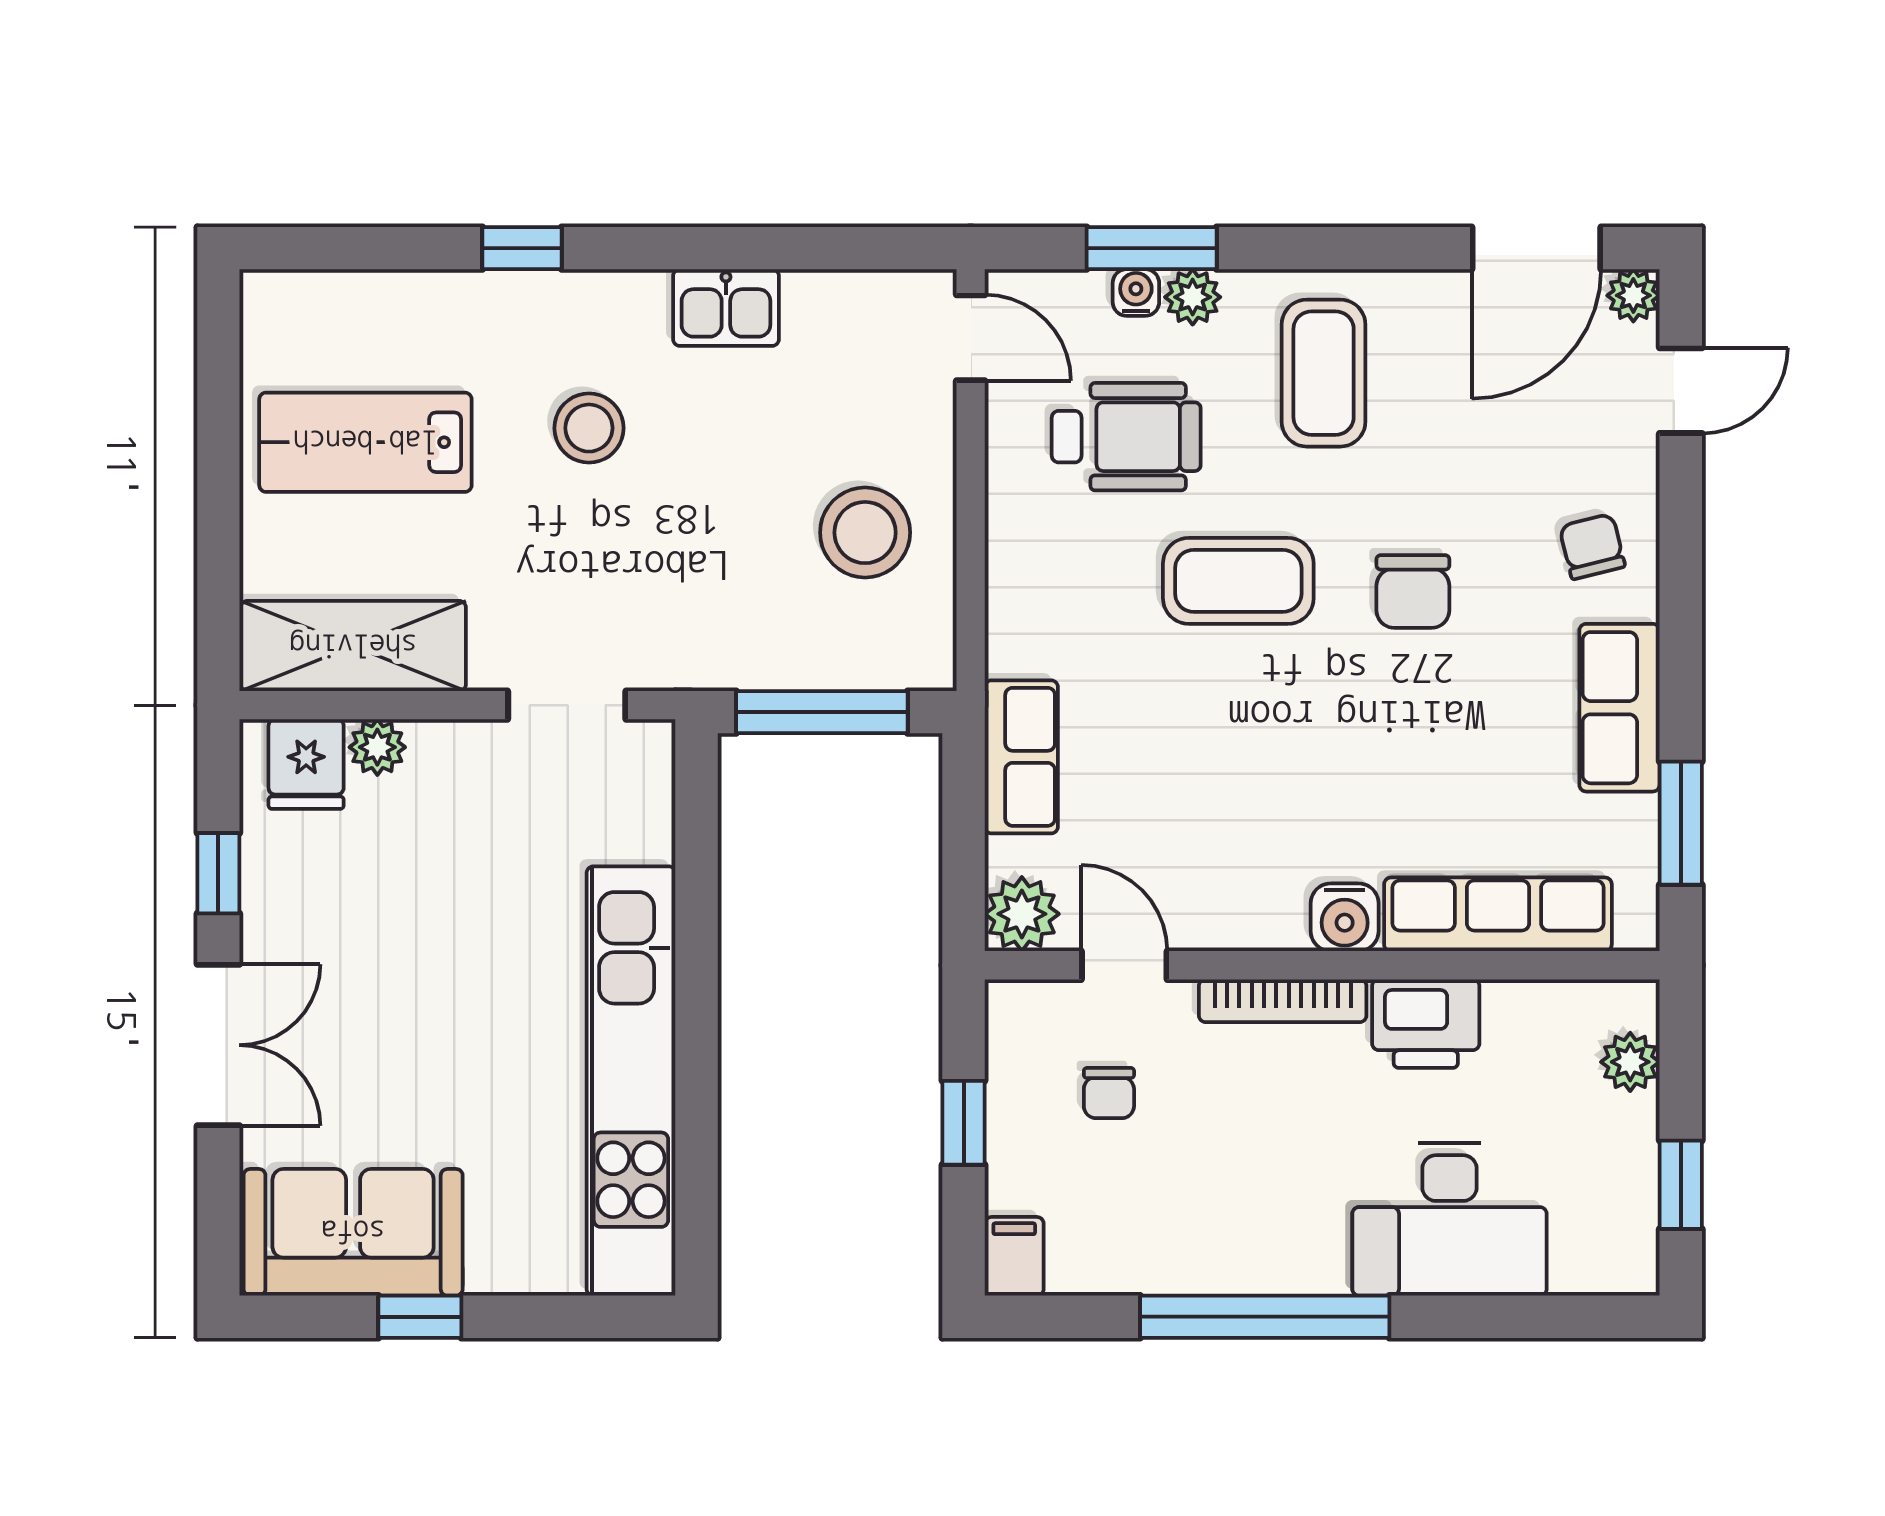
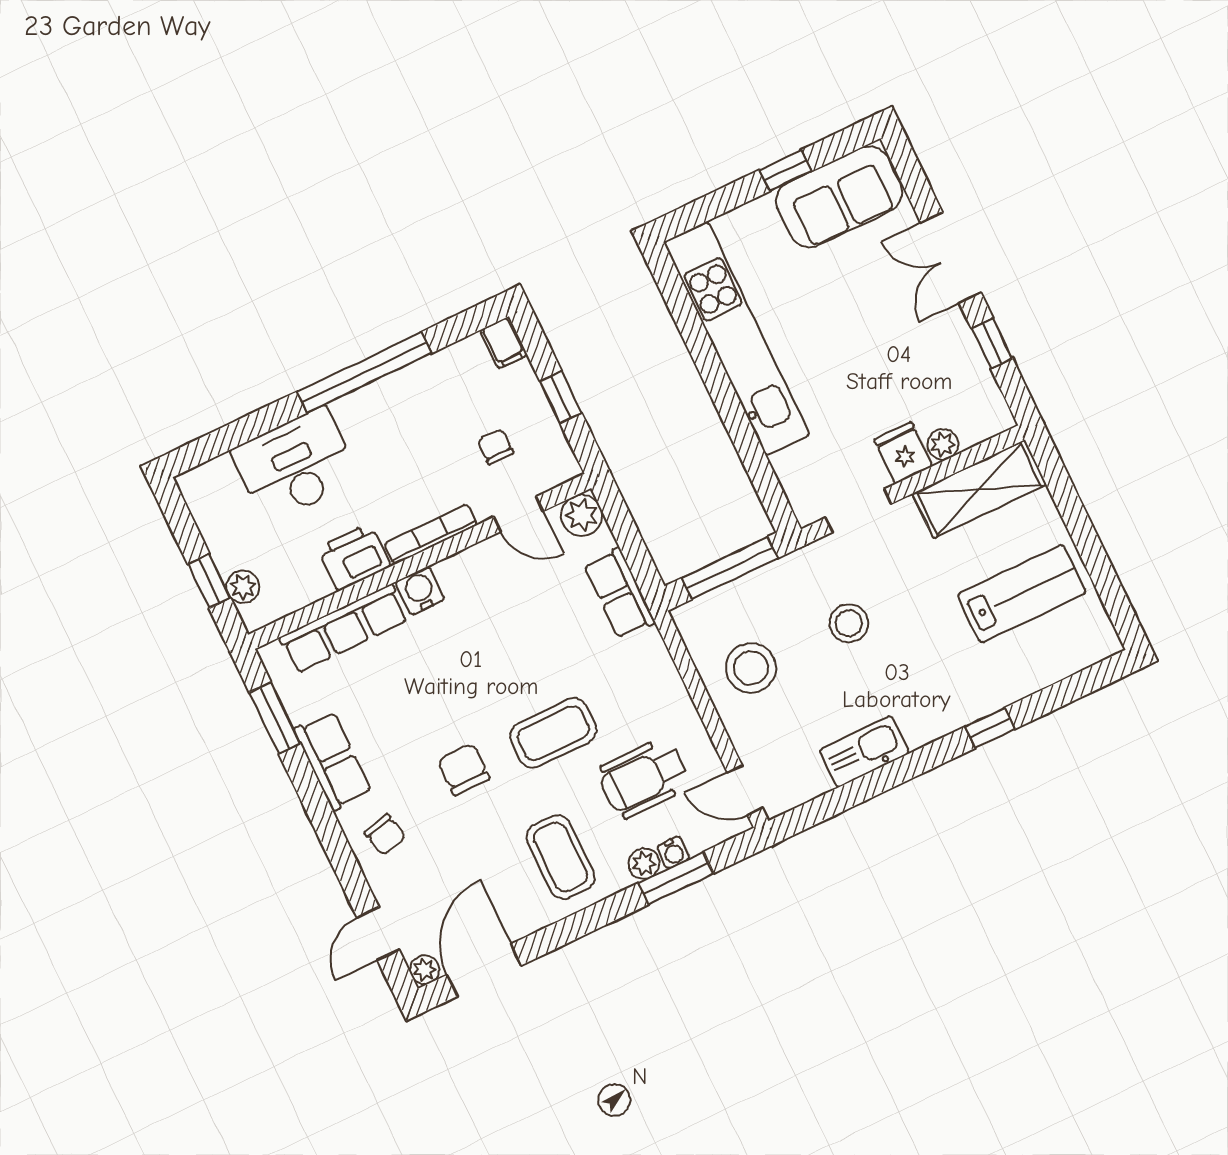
kitchen sink: (726, 308) -> (864, 752), width x1.38
stool: (589, 428) -> (849, 623), moved
fridge: (306, 764) -> (903, 453), moved
window: (1681, 1185) -> (209, 581), moved

